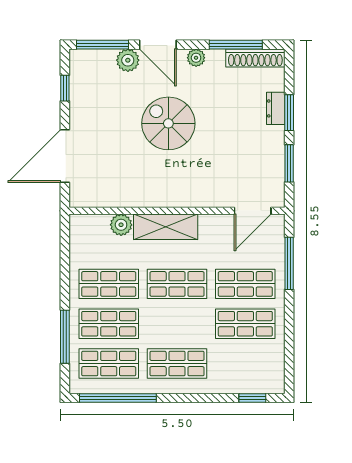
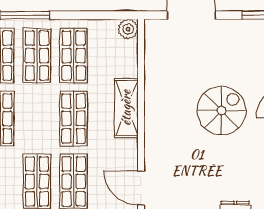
plant: (121, 225) -> (128, 29), moved

